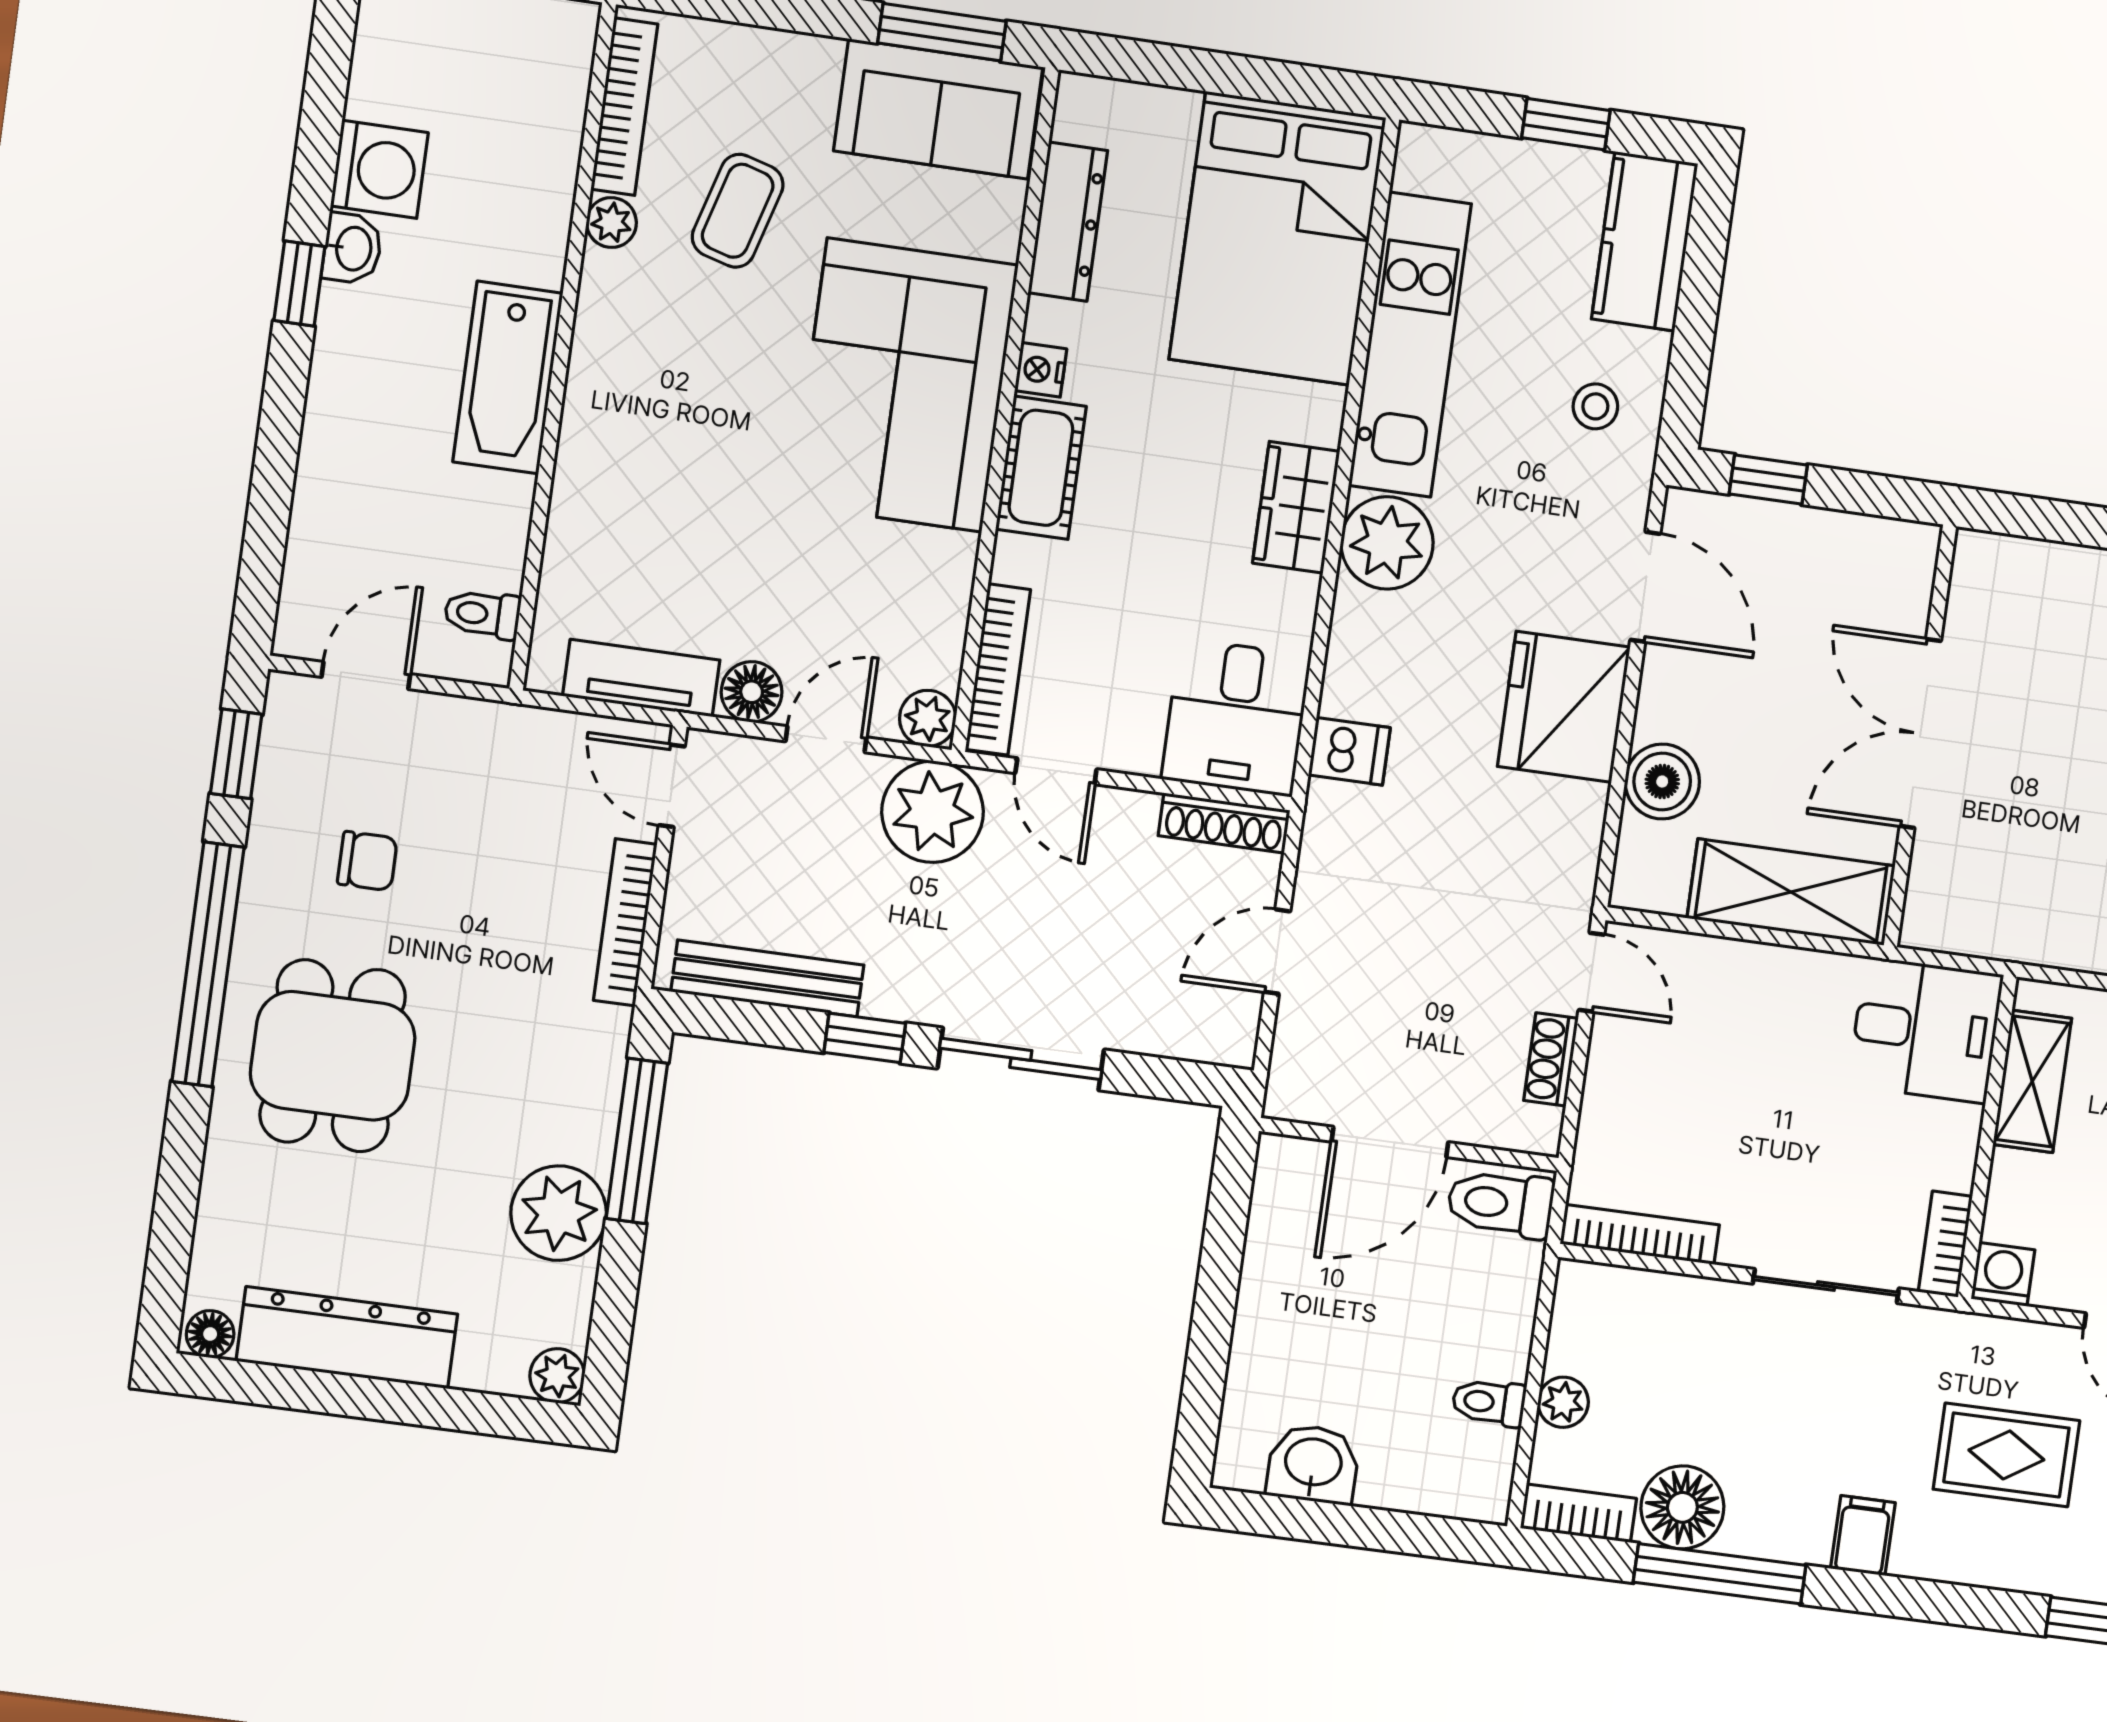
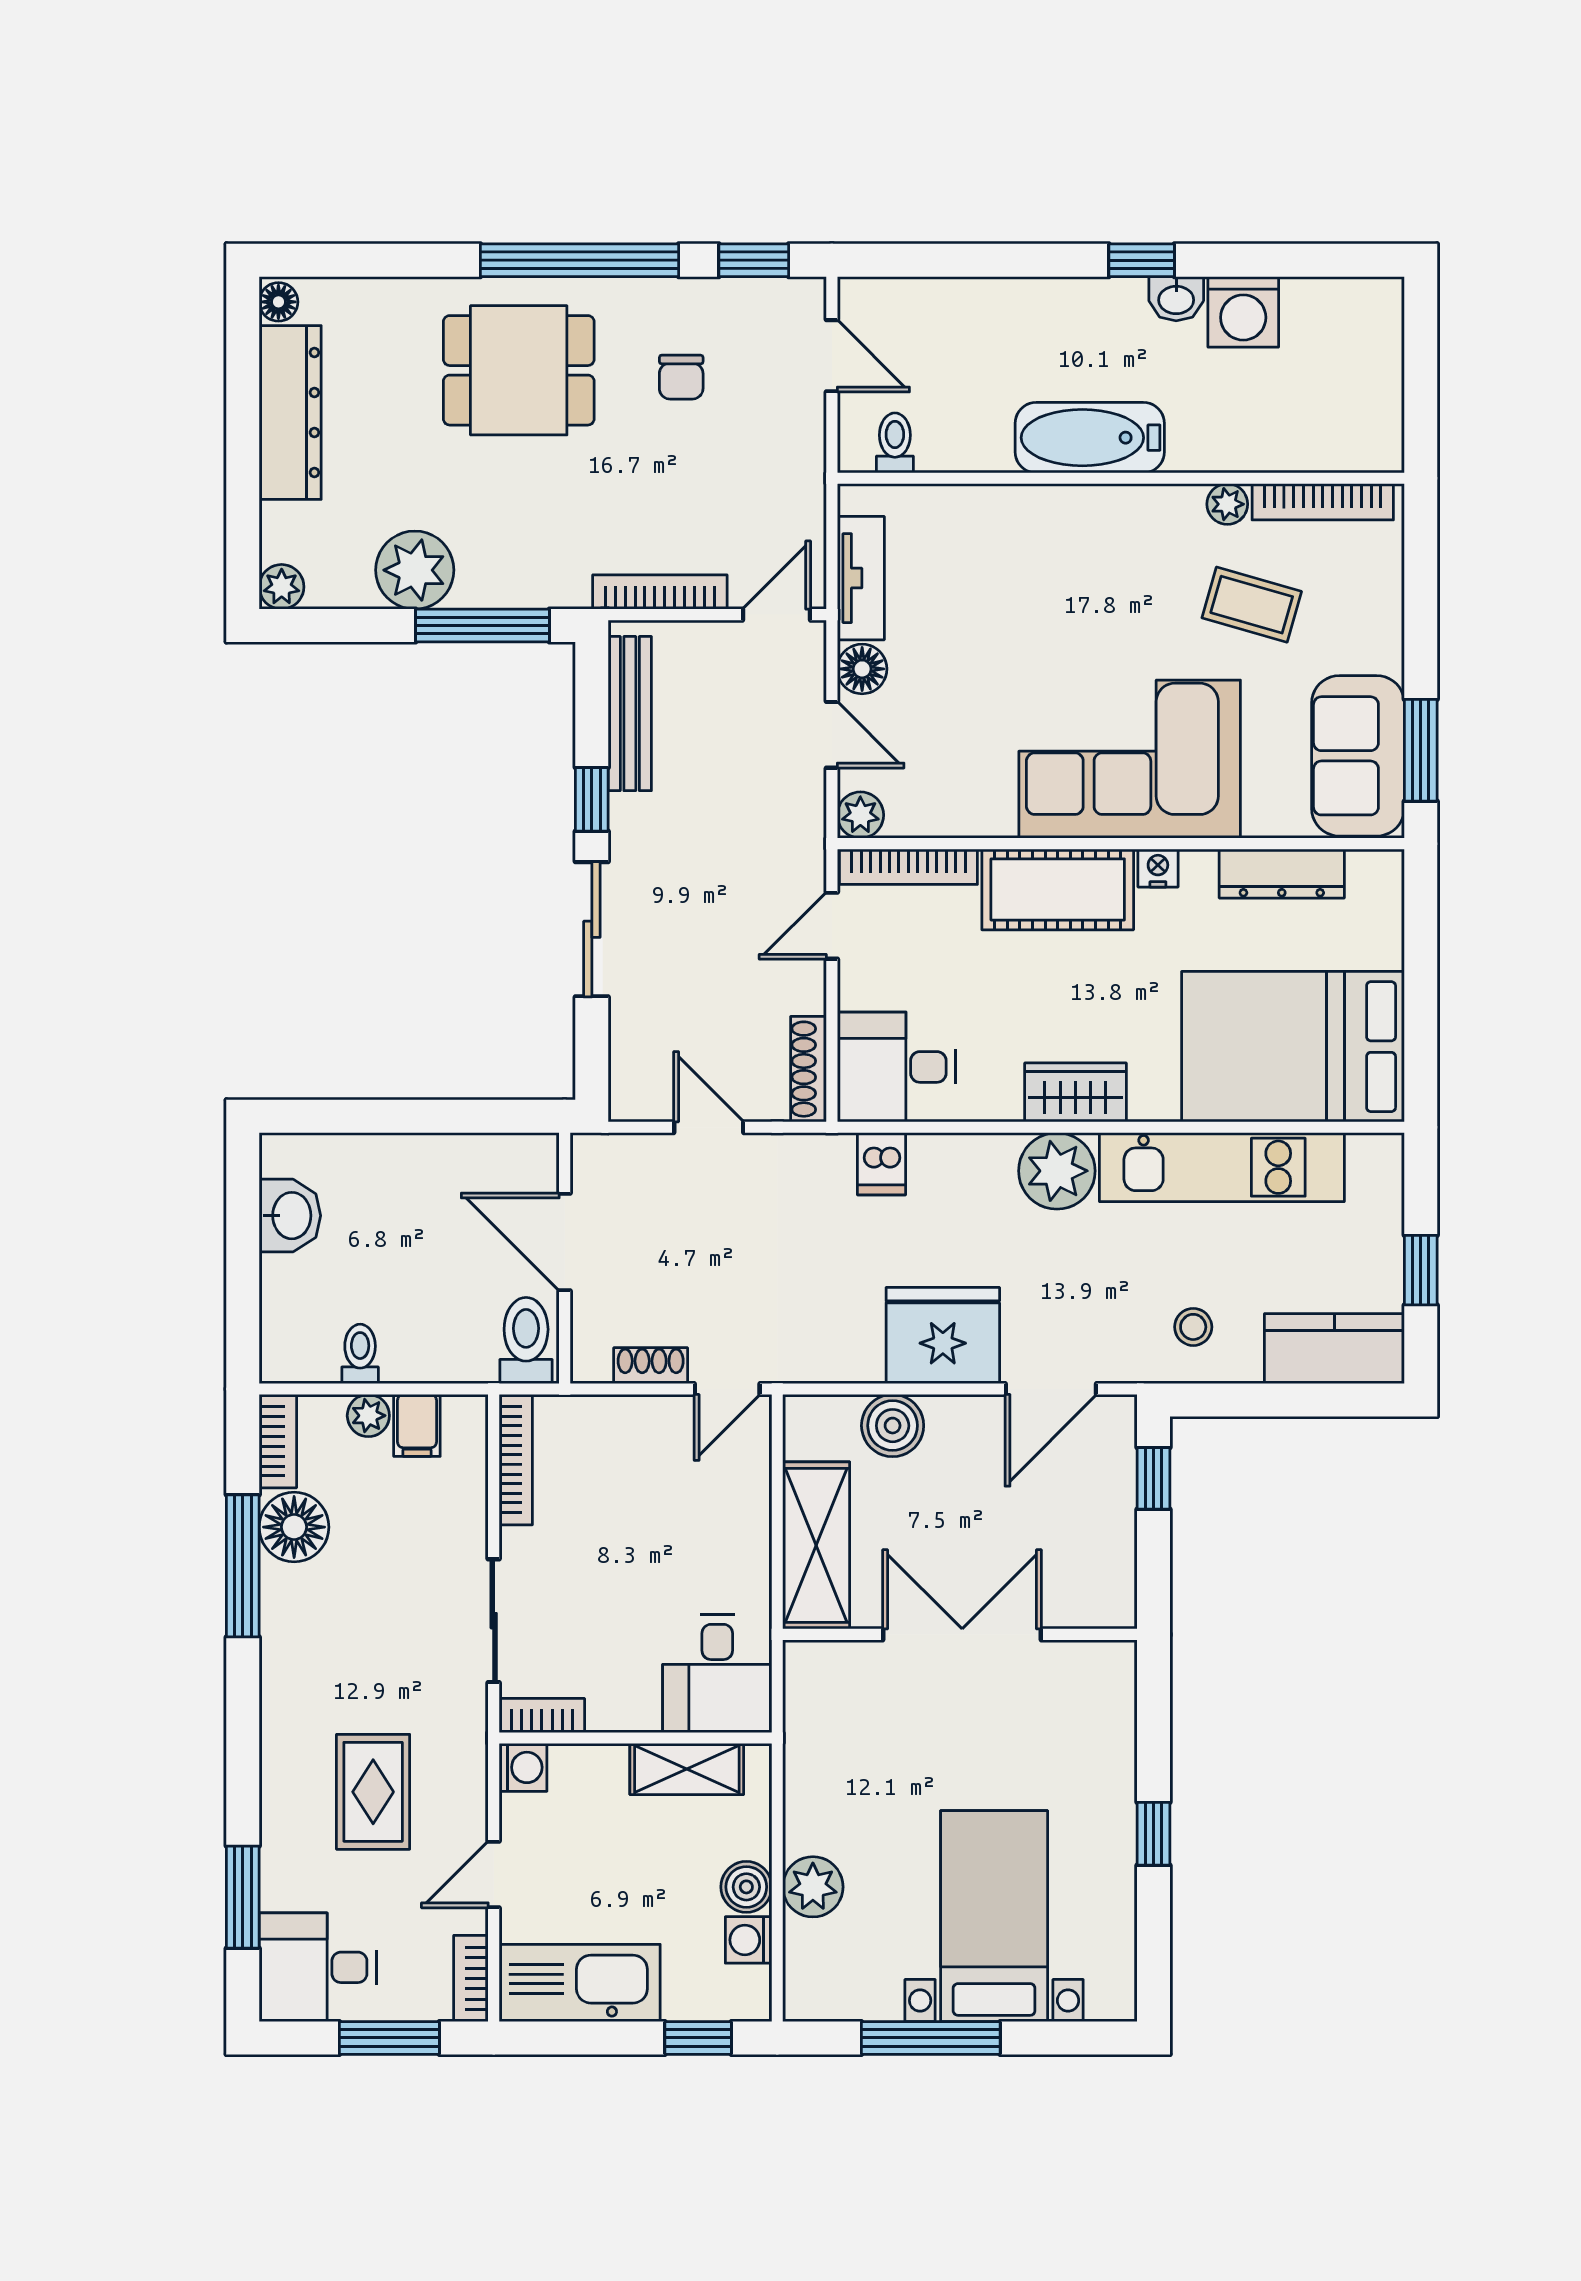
cot: (1041, 468) -> (1058, 889), width x1.37, depth x1.34
plant: (933, 812) -> (785, 829), removed
filing cabinet: (1863, 1536) -> (417, 1425), moved, turned 90

